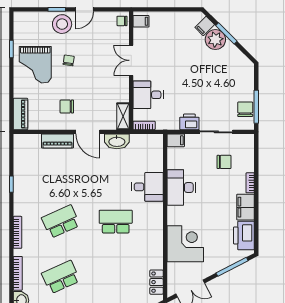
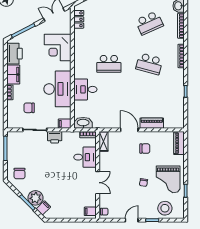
stool: (62, 24) -> (165, 208), moved
grand piano: (35, 65) -> (168, 179), turned 180
chair: (245, 109) -> (20, 174), moved
washbasin: (117, 141) -> (83, 123), moved
desk: (181, 188) -> (57, 89), width x1.36, depth x1.30
school desk: (61, 222) -> (149, 64), turned 39

